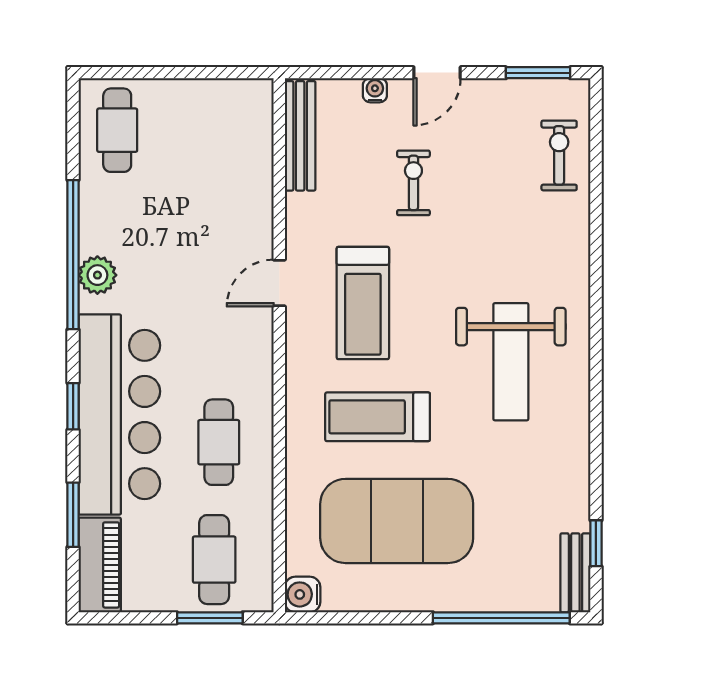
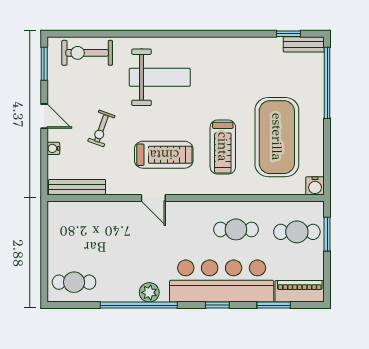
exercise bike: (559, 155) -> (87, 53), width x1.38, depth x1.39
exercise bike: (413, 183) -> (101, 128), turned -70
weight bench: (511, 362) -> (160, 77), moved

